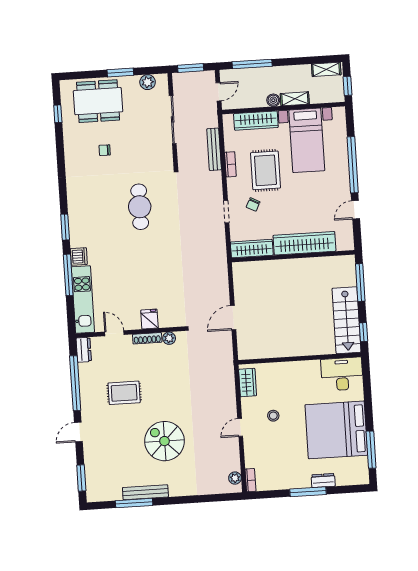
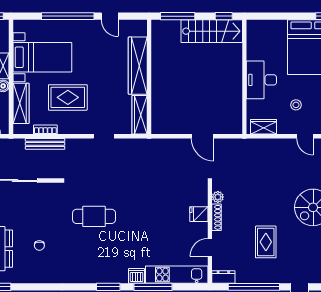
bookcase: (230, 164) -> (45, 130), moved
chair: (253, 205) -> (99, 111), removed
desk: (342, 374) -> (261, 80), moved

